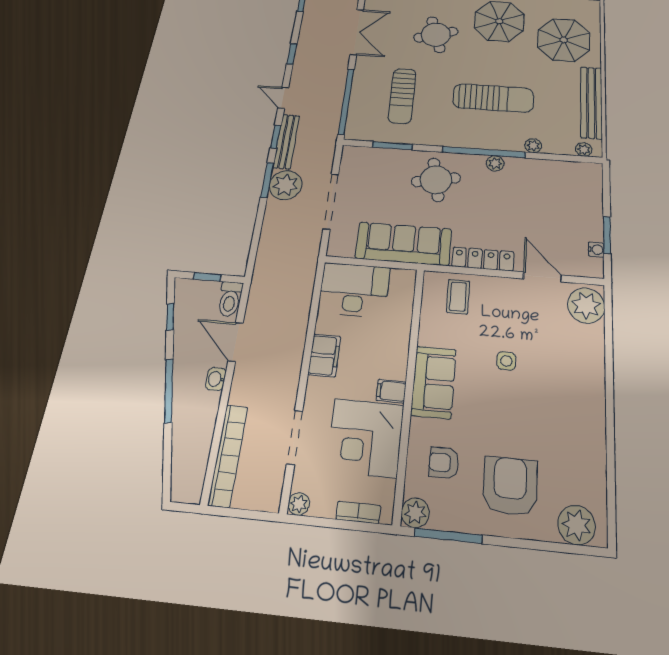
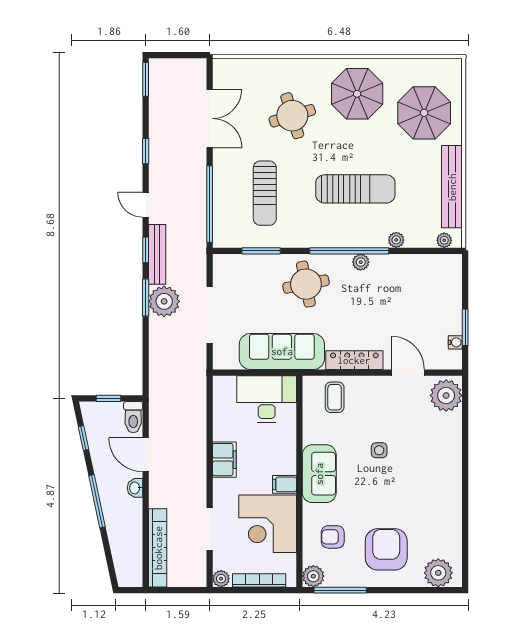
desk: (354, 290) -> (267, 399), moved
bookcase: (358, 512) -> (259, 580), width x1.56

